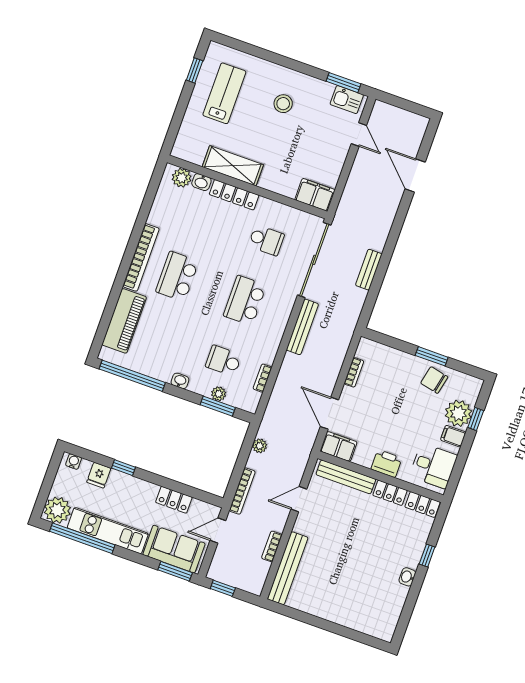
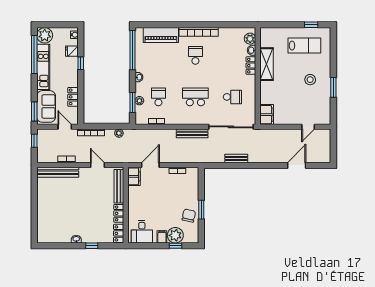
window: (343, 83) -> (333, 87), moved
kitchen sink: (347, 100) -> (325, 113), removed
locker: (234, 195) -> (251, 66), width x0.66
school desk: (266, 240) -> (232, 97), turned -90
school desk: (177, 276) -> (195, 55), width x0.54
printer: (386, 464) -> (134, 206), removed

